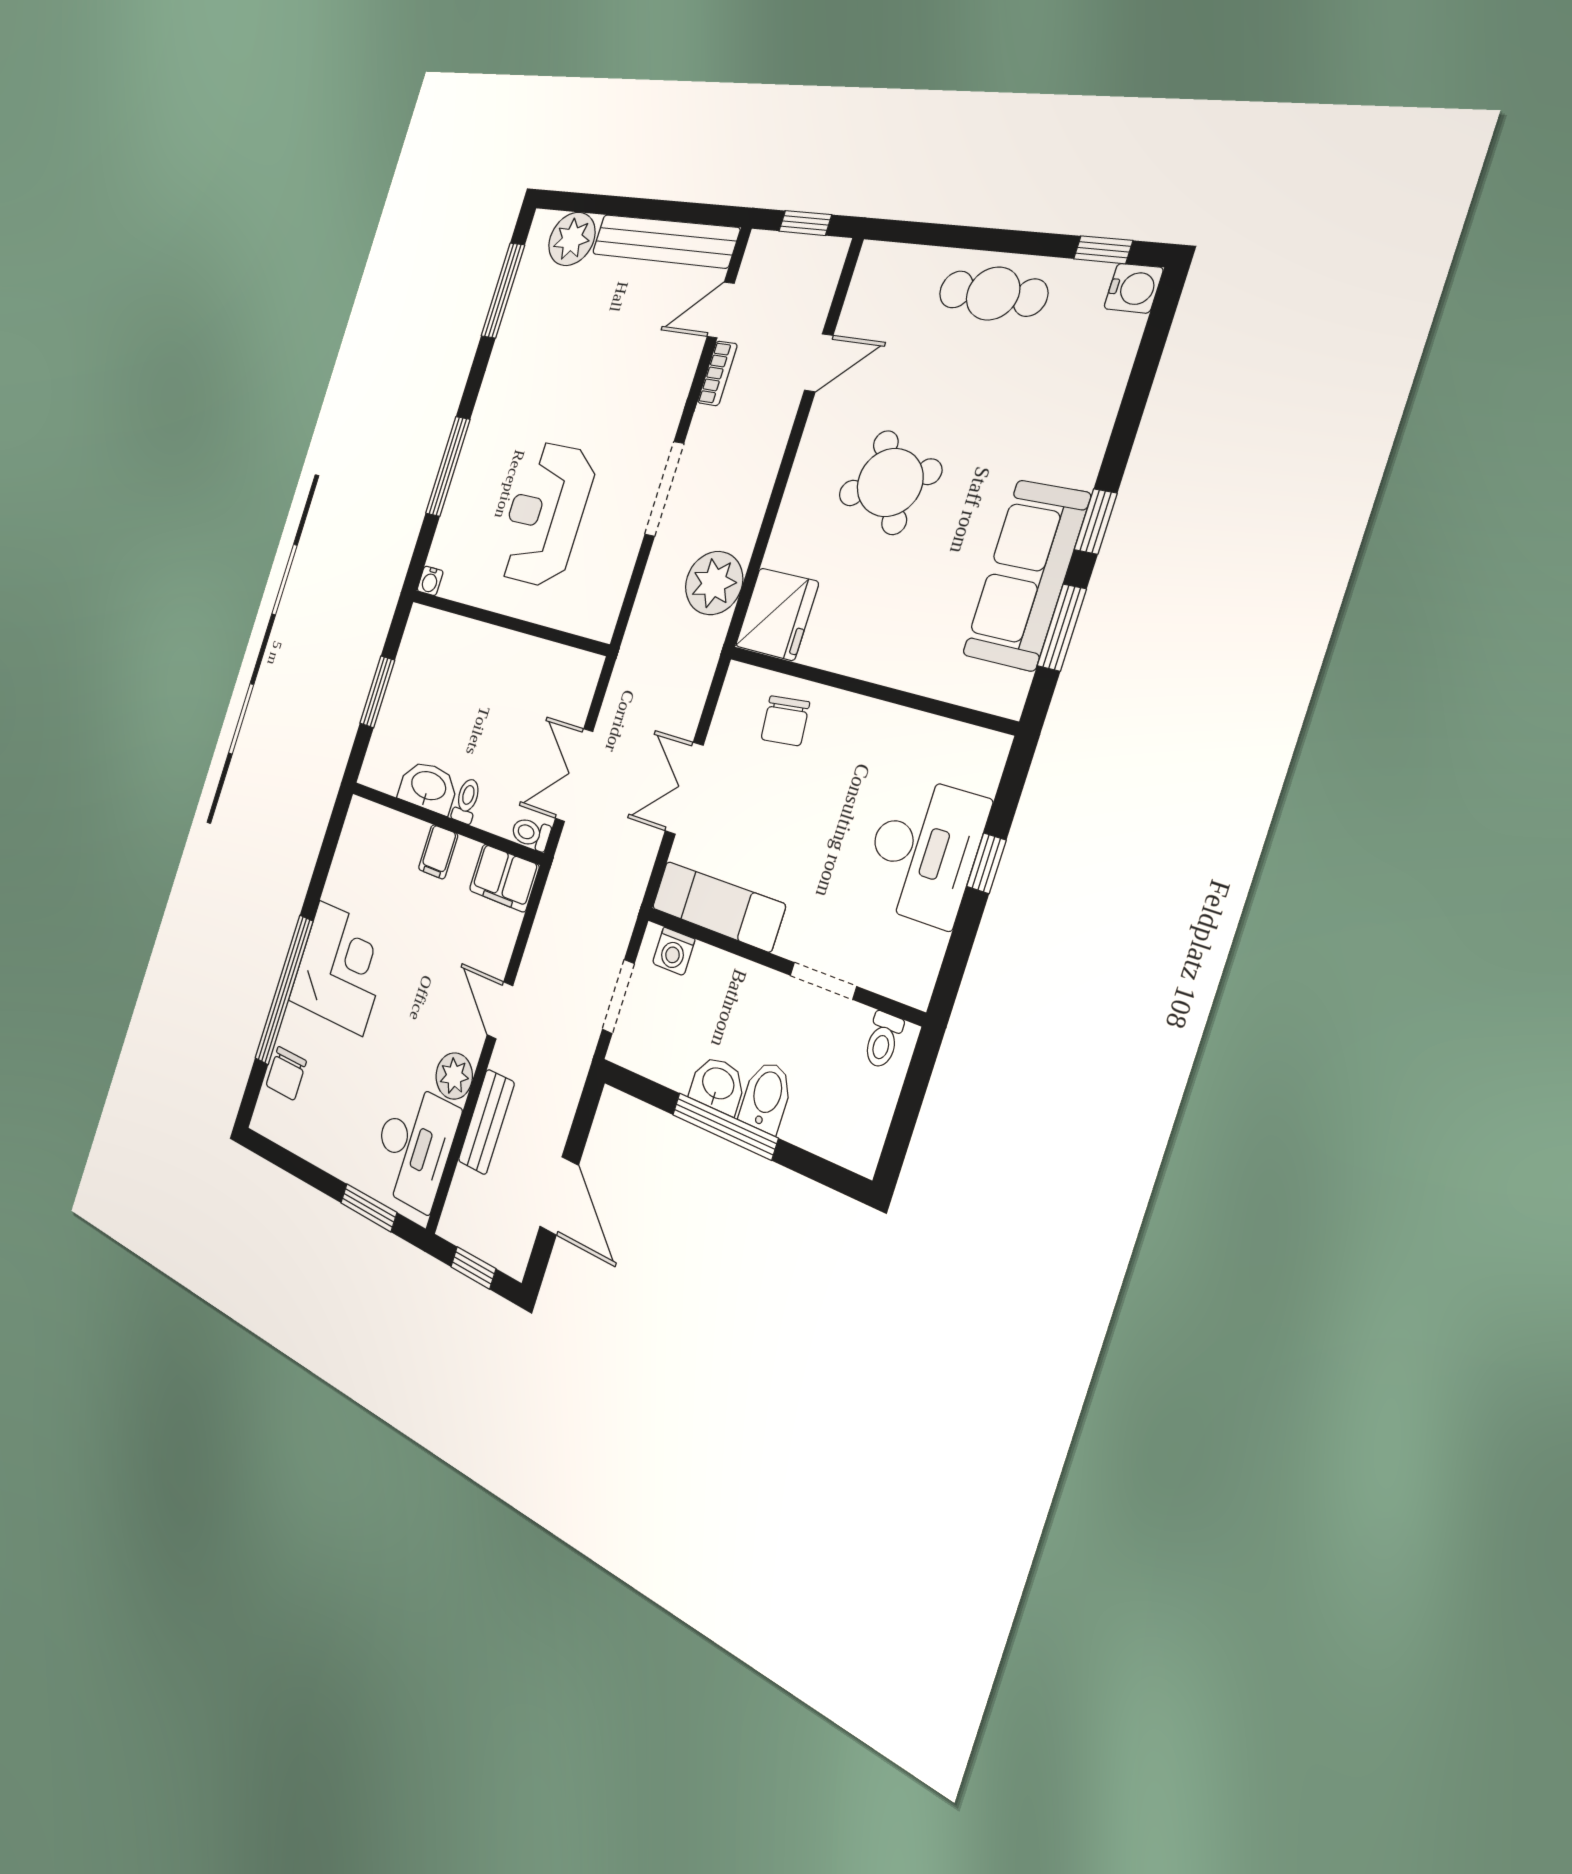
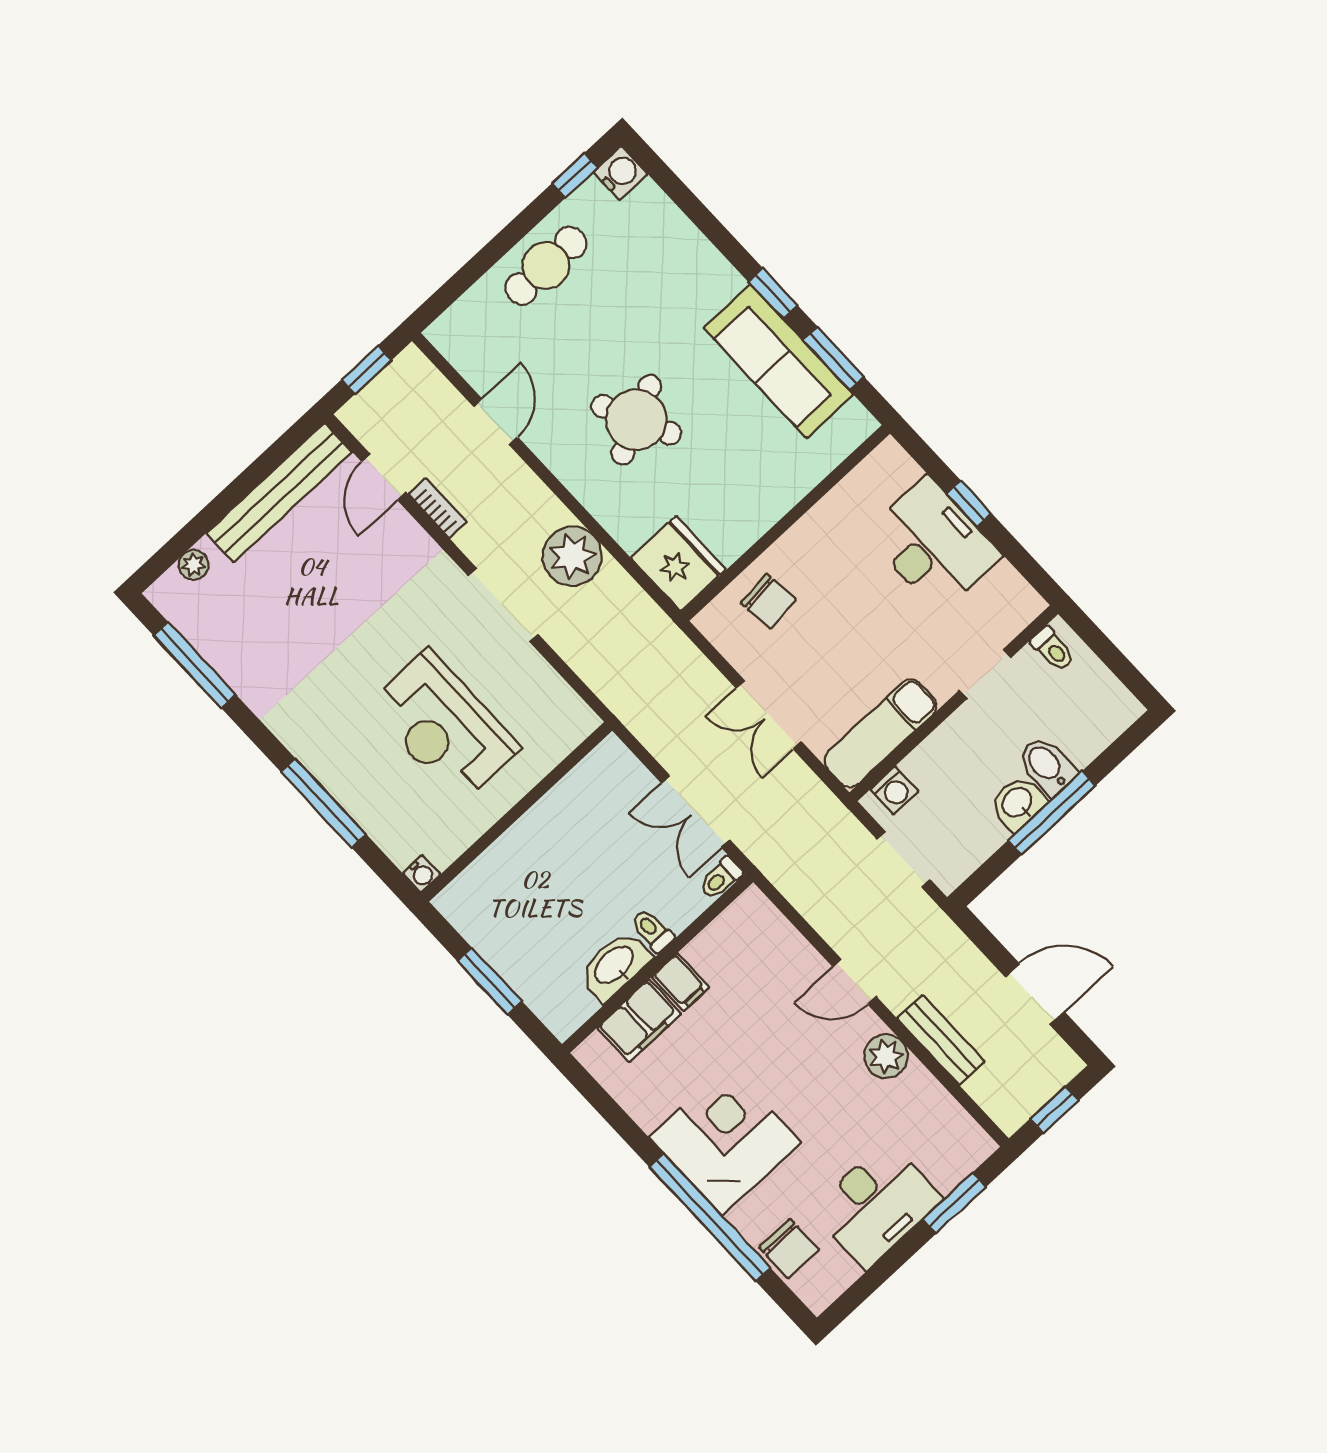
plant: (572, 239) -> (194, 565), width x0.53, depth x0.53
plant: (714, 583) -> (572, 556), moved
filing cabinet: (504, 878) -> (639, 1021), moved
desk: (414, 1146) -> (876, 1205), moved, turned 90

